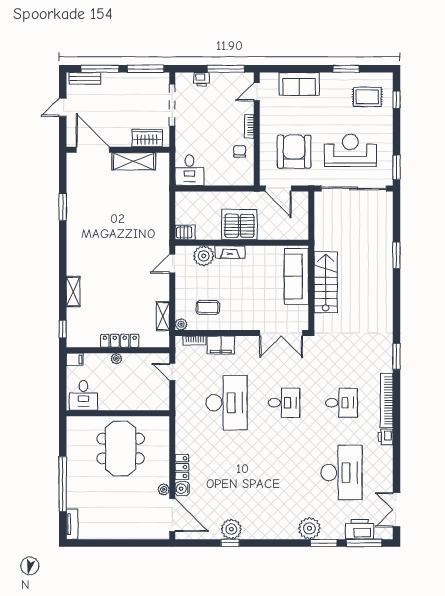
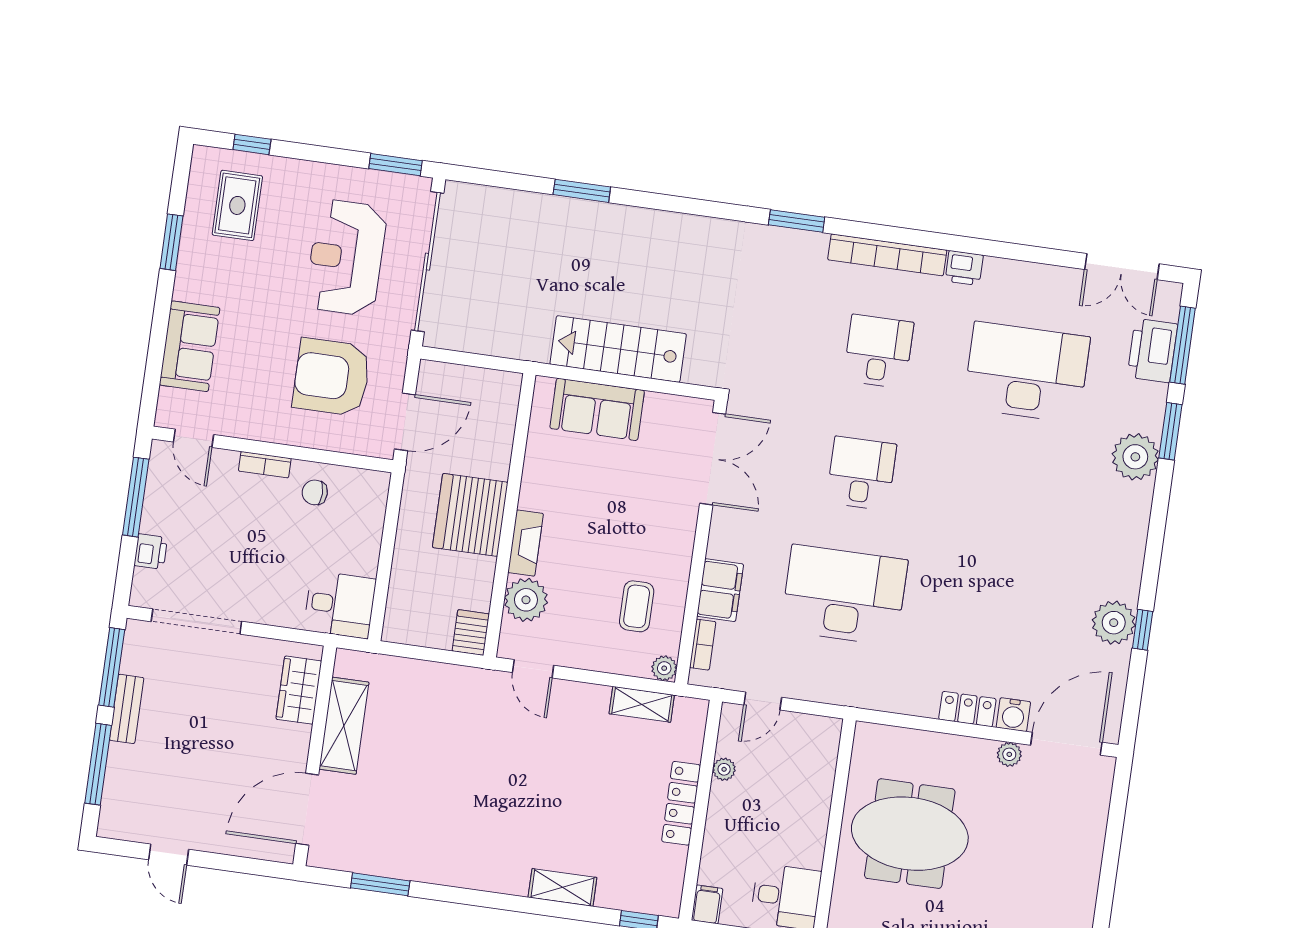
bench: (85, 78) -> (127, 709), moved
wardrobe: (147, 138) -> (299, 690), moved
door: (93, 150) -> (307, 809), moved
wall: (118, 150) -> (315, 756), moved
shelving: (134, 161) -> (344, 726), moved
sofa: (296, 276) -> (597, 409), width x0.73
plant: (116, 359) -> (724, 769), moved

